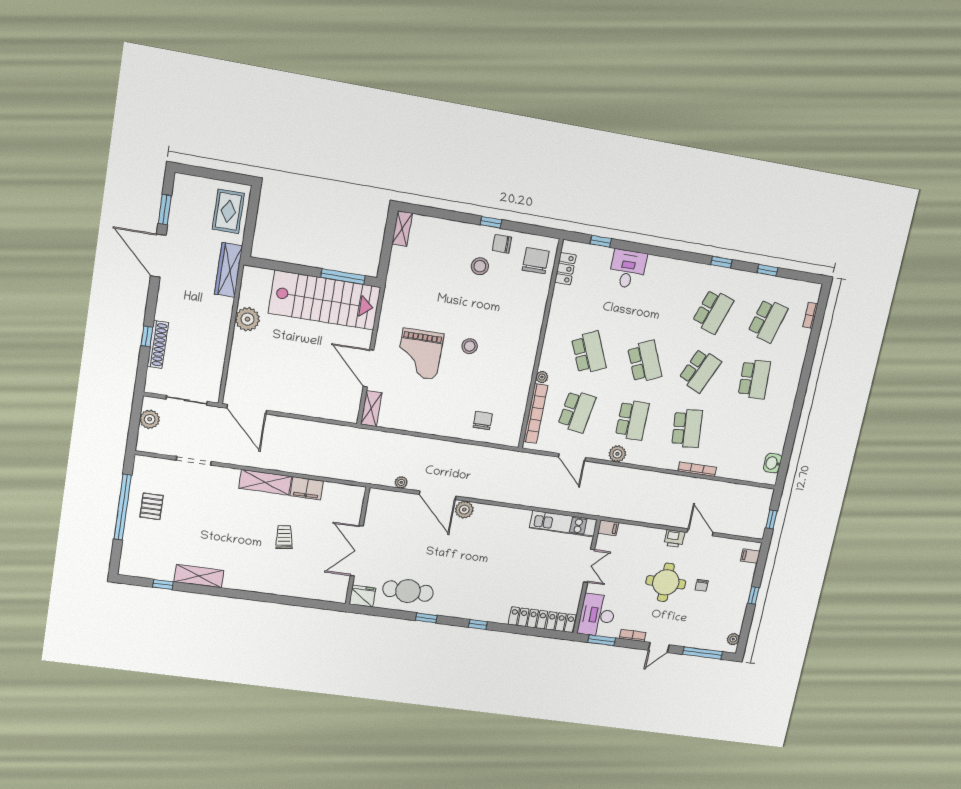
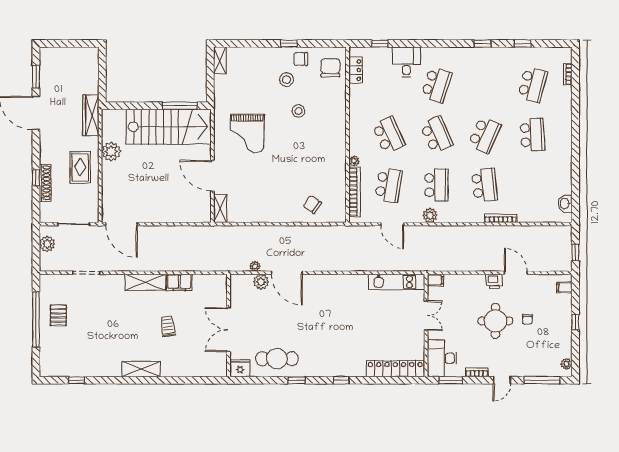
rug: (228, 211) -> (80, 167), moved
school desk: (713, 311) -> (436, 85), moved
stool: (470, 346) -> (299, 111), moved
grand piano: (420, 354) -> (247, 134), moved
chair: (483, 421) -> (312, 204), turned -56
plant: (464, 510) -> (261, 282), moved
shelving: (199, 576) -> (141, 369), moved

